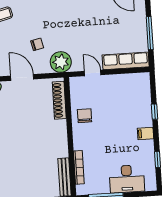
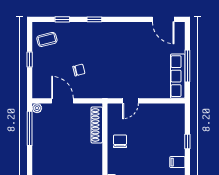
row of seats: (126, 61) -> (178, 76), moved, turned -90
plant: (61, 62) -> (100, 88), removed
door: (93, 73) -> (130, 101), swing flipped

